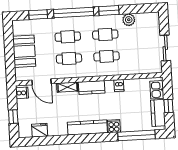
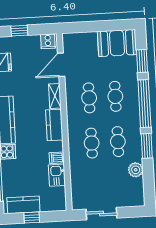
booth: (24, 51) -> (117, 43), moved
kitchen sink: (157, 90) -> (57, 175), moved, turned -90

